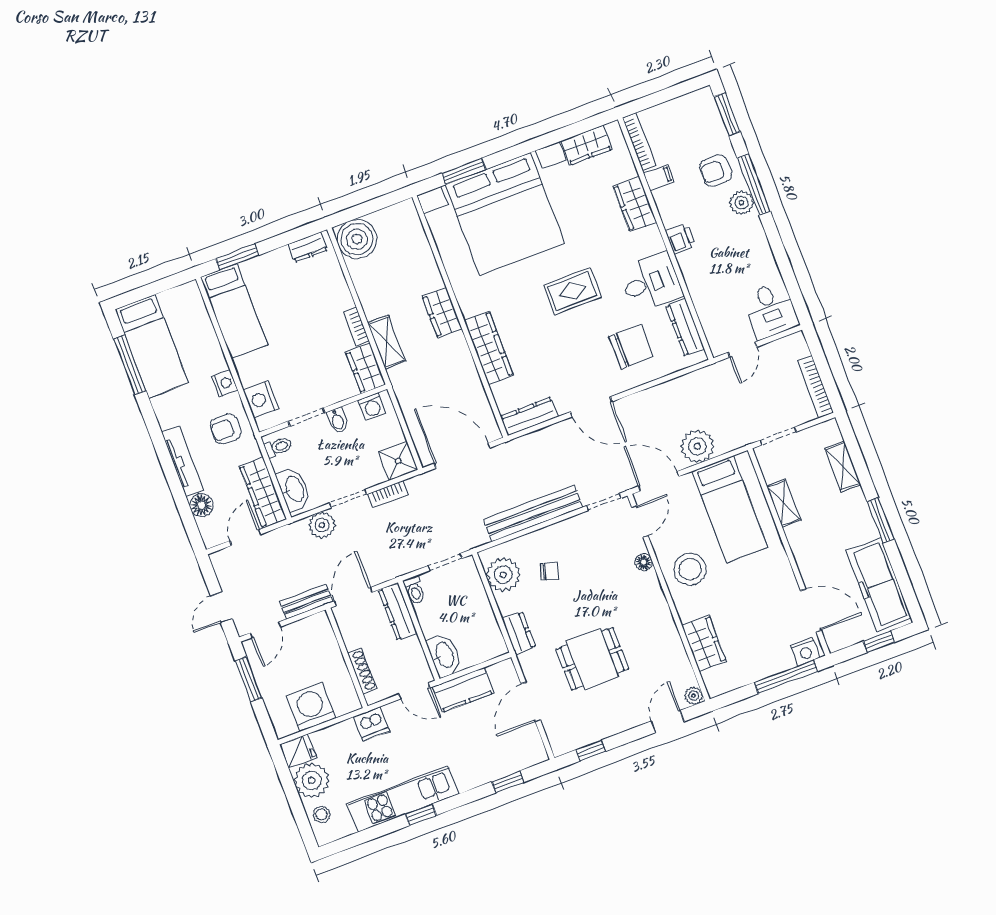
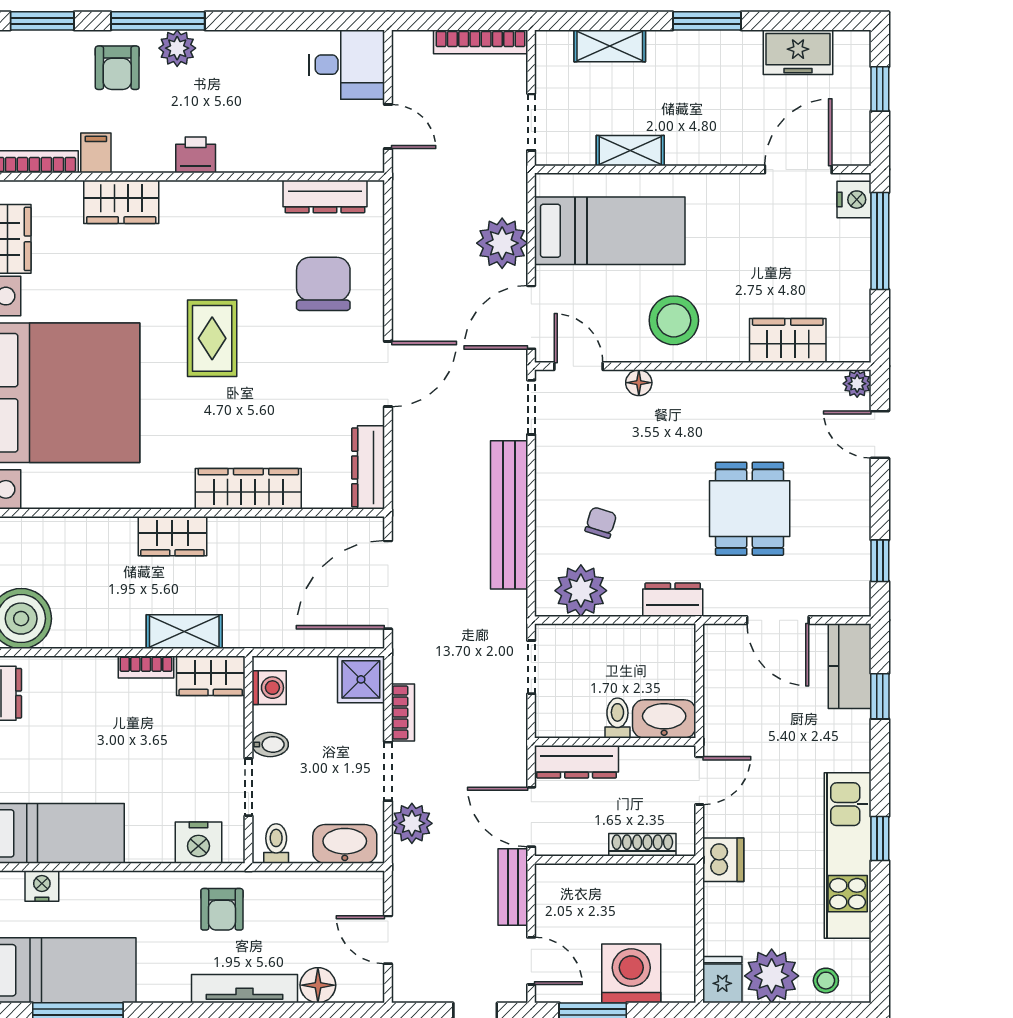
desk: (651, 283) -> (242, 221), removed
nightstand: (225, 383) -> (42, 886), moved
wardrobe: (263, 493) -> (334, 890), removed
freezer: (879, 585) -> (798, 52), width x0.52, depth x0.79
toilet: (415, 590) -> (617, 718), moved, turned -90
kitchen counter: (463, 690) -> (850, 666), moved, turned 180
washing machine: (311, 707) -> (631, 973), moved, turned 90

